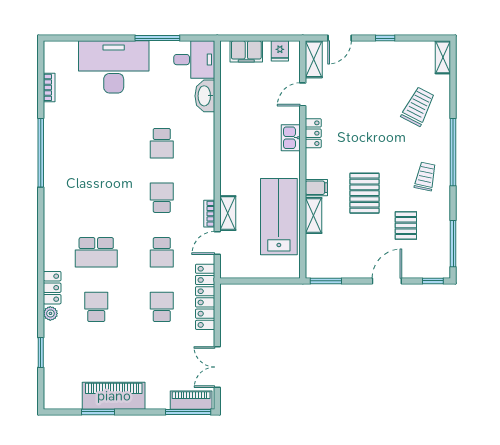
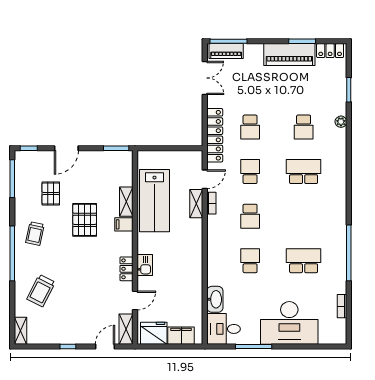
fridge: (280, 51) -> (154, 333), width x1.88, depth x1.34
school desk: (96, 143) -> (304, 261), added
locker: (52, 288) -> (330, 51), moved, turned -90

